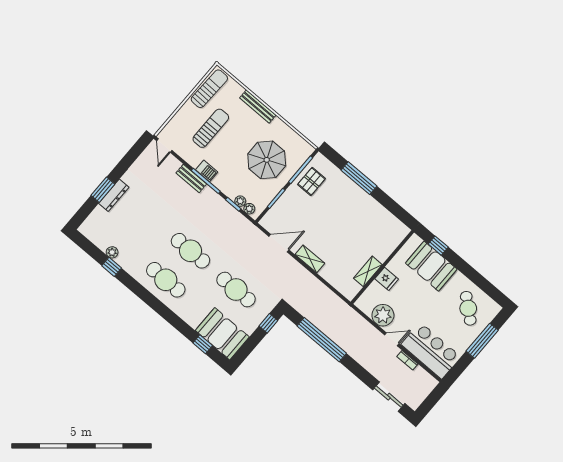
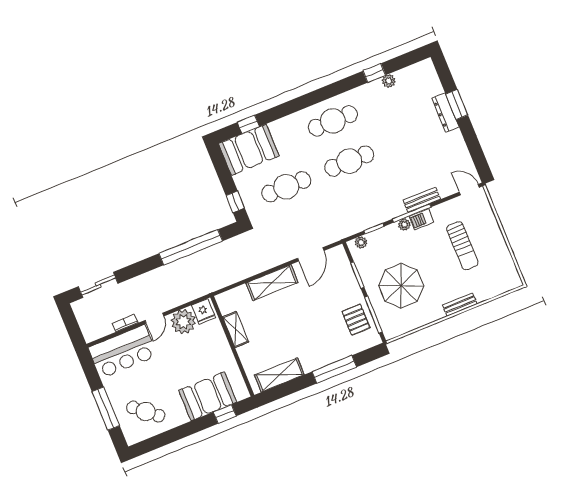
sun lounger: (209, 89) -> (503, 265), removed
bench: (258, 106) -> (460, 305), width x0.73
plant: (240, 201) -> (404, 225), moved
shelving: (386, 219) -> (279, 375), added
shelving: (310, 259) -> (272, 283), width x1.50, depth x1.33
fridge: (387, 279) -> (203, 311), moved, turned -90

